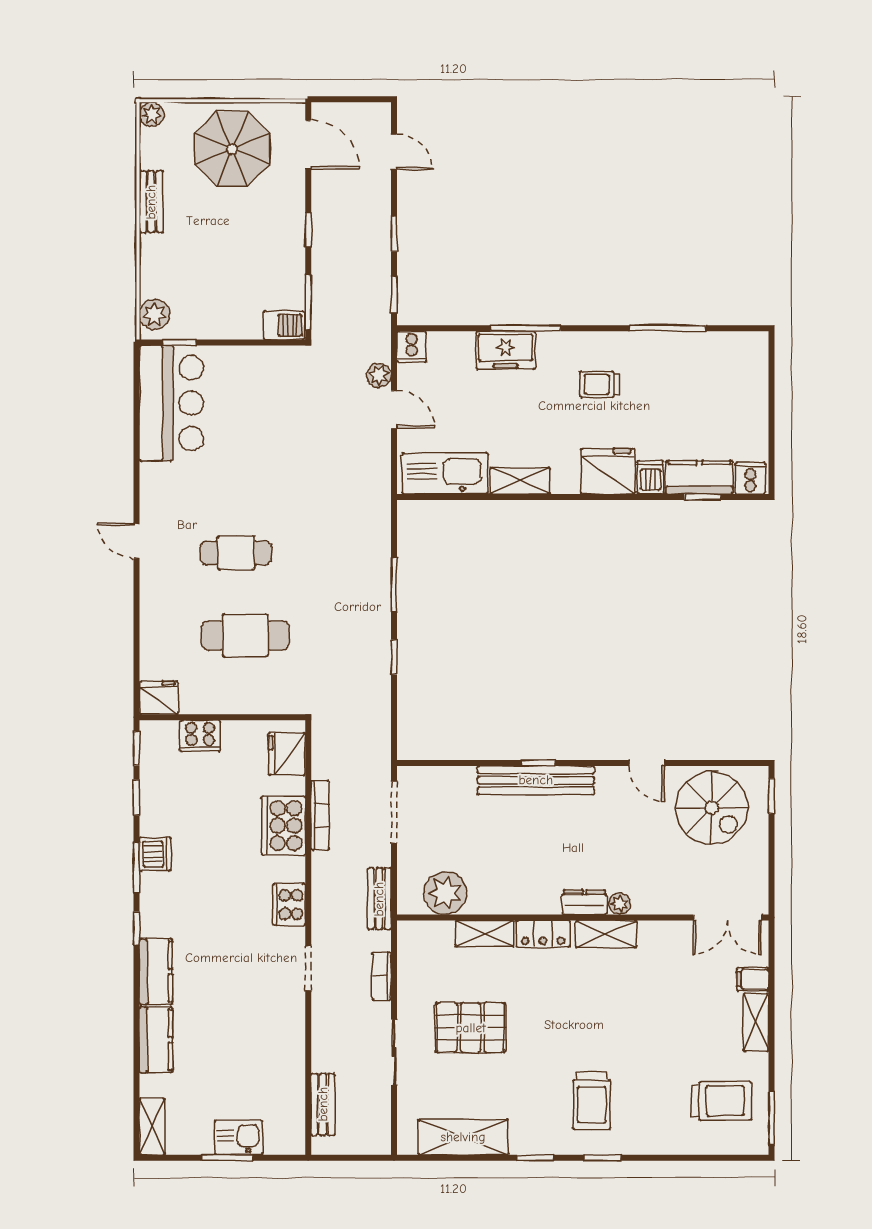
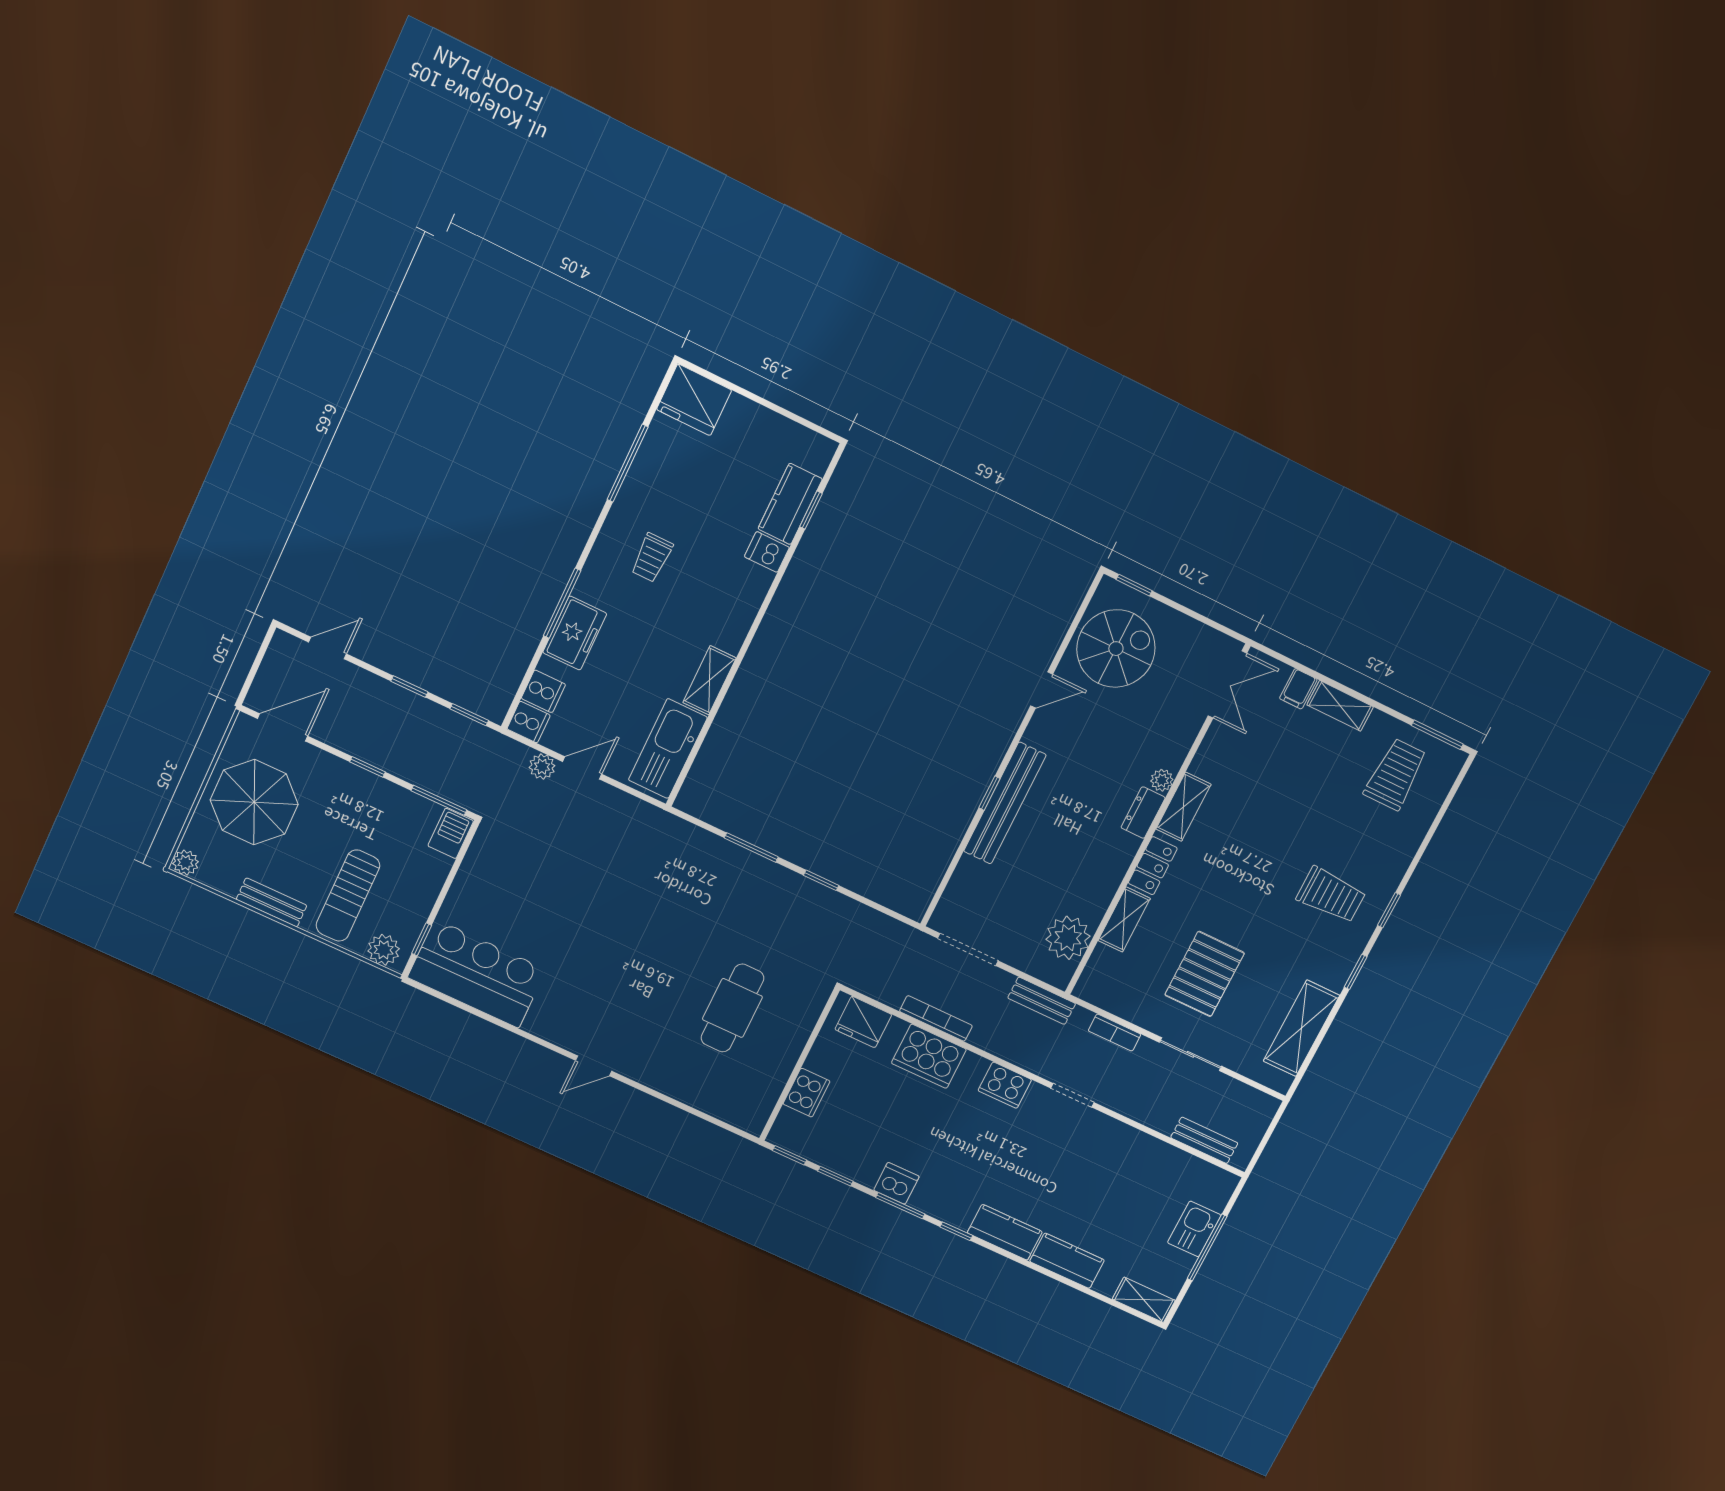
sun lounger: (188, 263) -> (348, 896), added
fridge: (608, 471) -> (694, 400), moved, turned -90
cooker: (750, 478) -> (543, 691), moved, turned 180
cafe table: (236, 553) -> (650, 980), removed
fridge: (159, 698) -> (752, 1114), removed
window: (227, 1158) -> (1207, 1247), width x1.44

